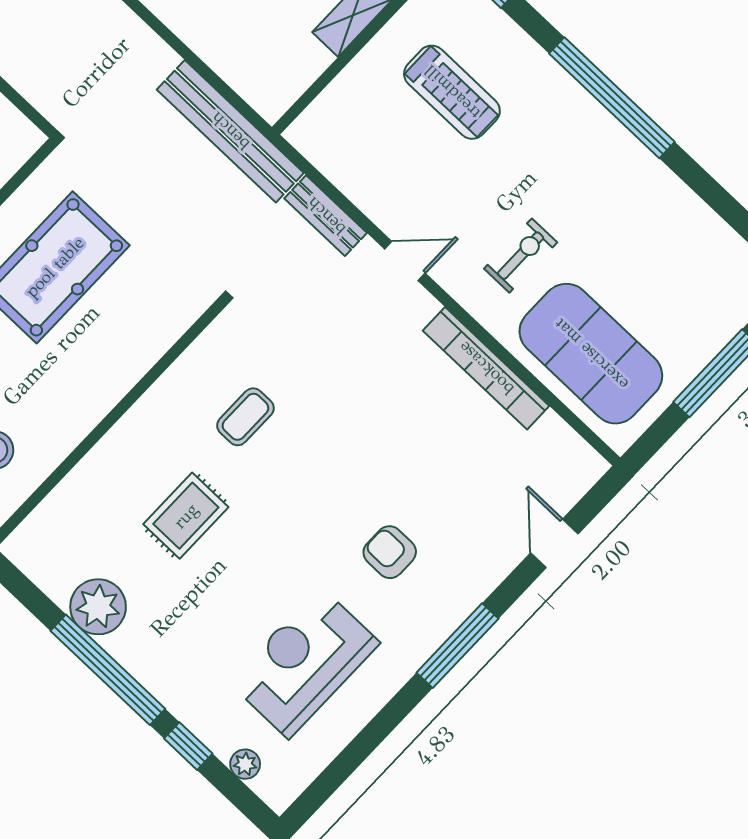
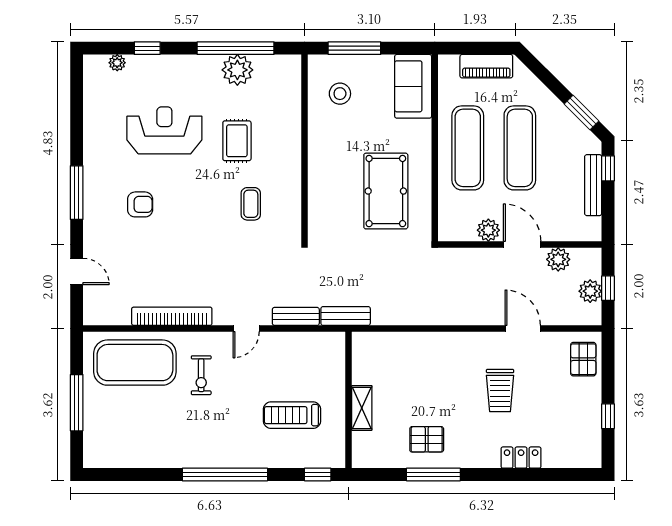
bench: (230, 131) -> (346, 316), width x0.54, depth x0.82
reception desk: (304, 663) -> (164, 130), moved, turned -90
window: (108, 670) -> (236, 48), moved

